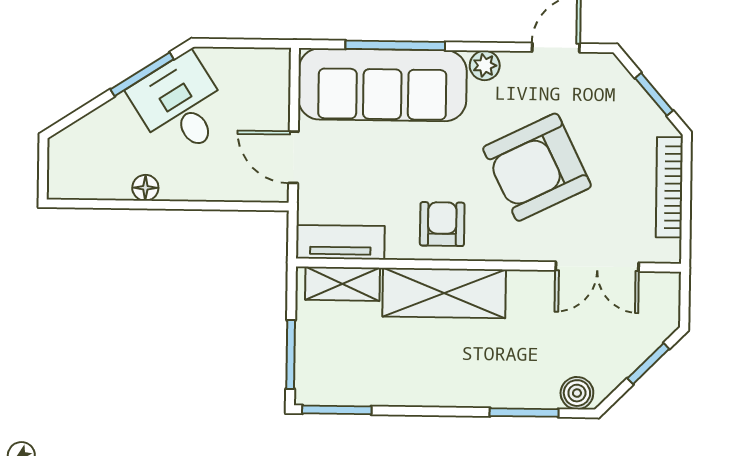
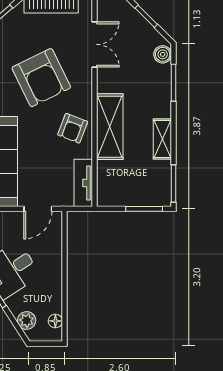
plant: (86, 134) -> (27, 321), added
floor lamp: (145, 188) -> (55, 321), moved
armchair: (442, 224) -> (73, 128), turned -69
shelving: (343, 284) -> (162, 139), moved

